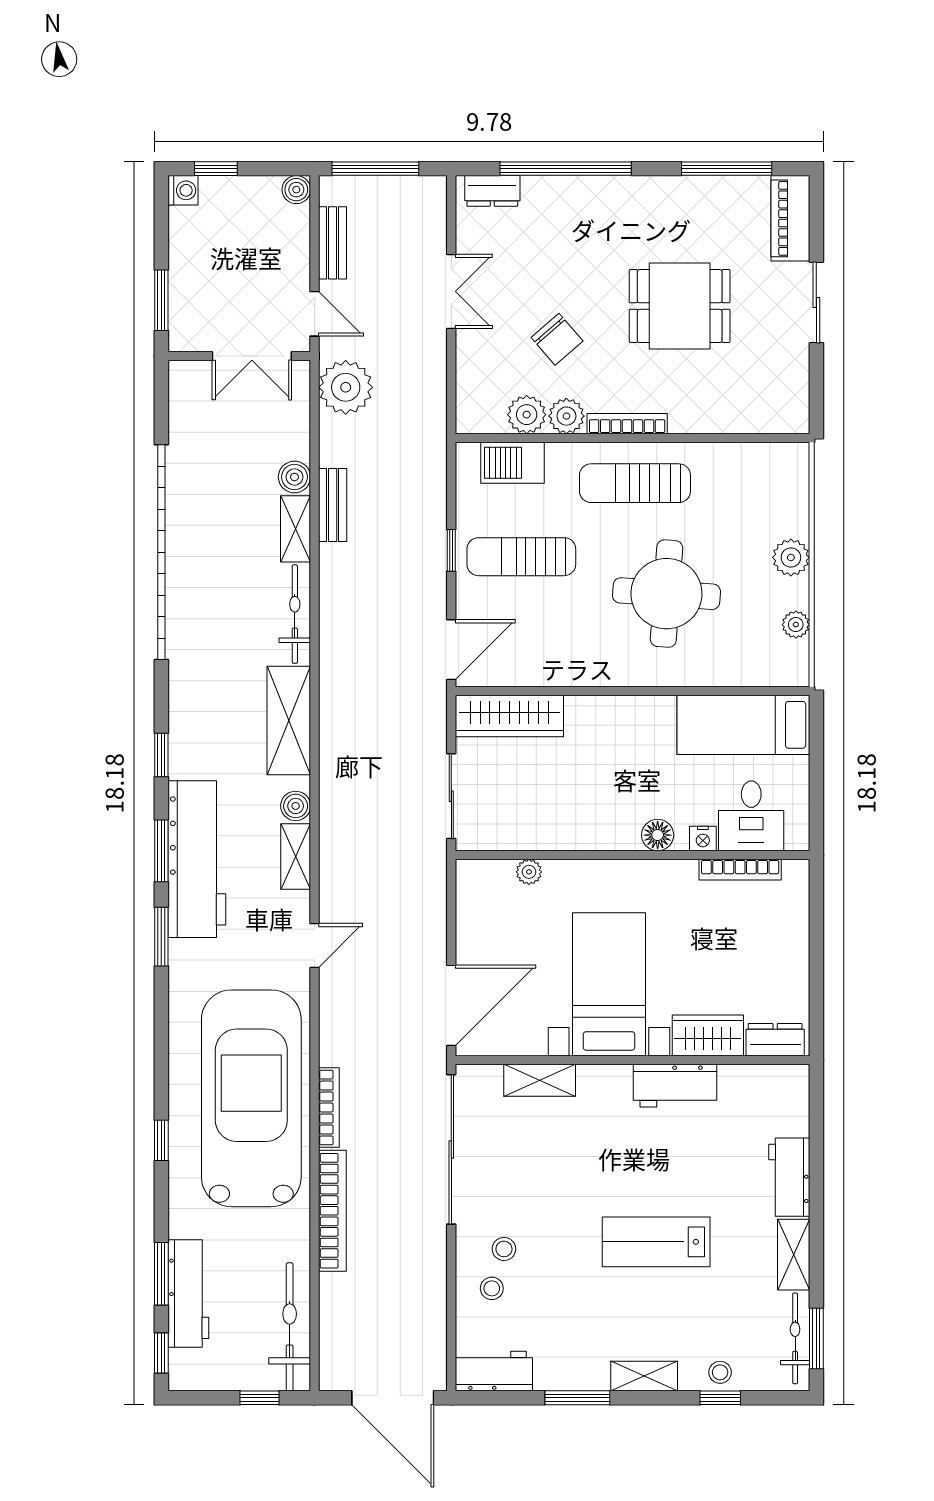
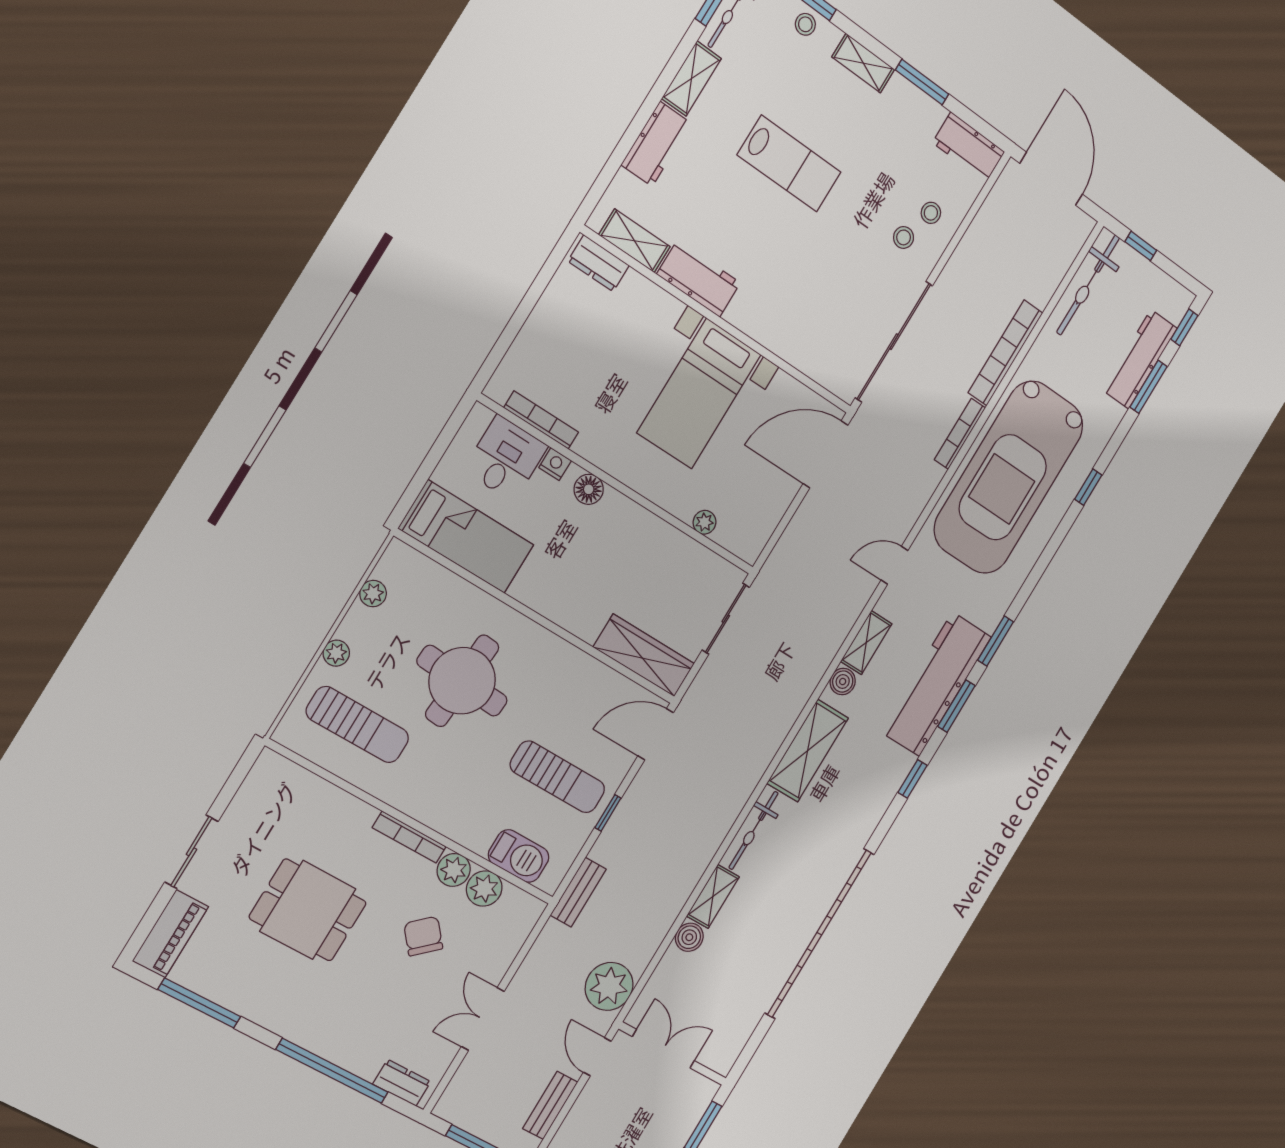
sun lounger: (635, 483) -> (358, 725), moved
bench: (333, 505) -> (578, 892), moved
plant: (791, 557) -> (336, 653), width x0.73, depth x0.73
wardrobe: (708, 1035) -> (649, 302), removed
shelving: (540, 1080) -> (634, 241), moved

